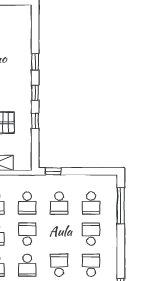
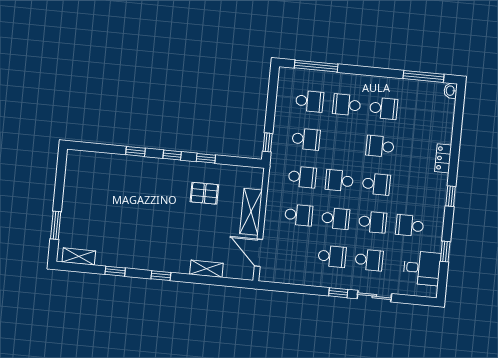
school desk: (91, 265) -> (384, 108), turned 180

